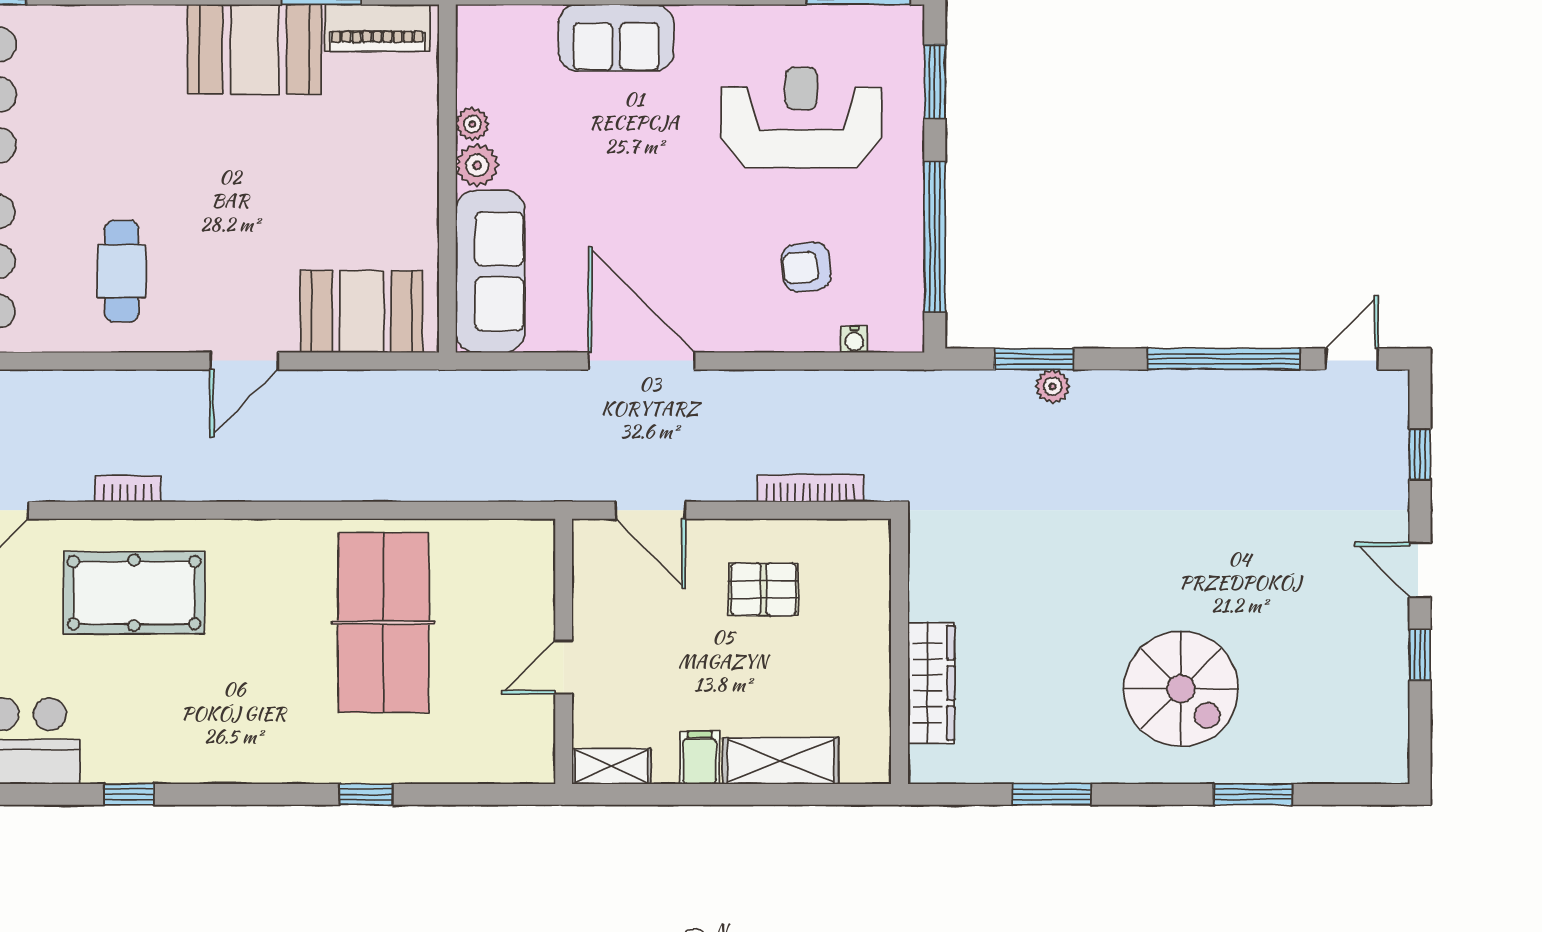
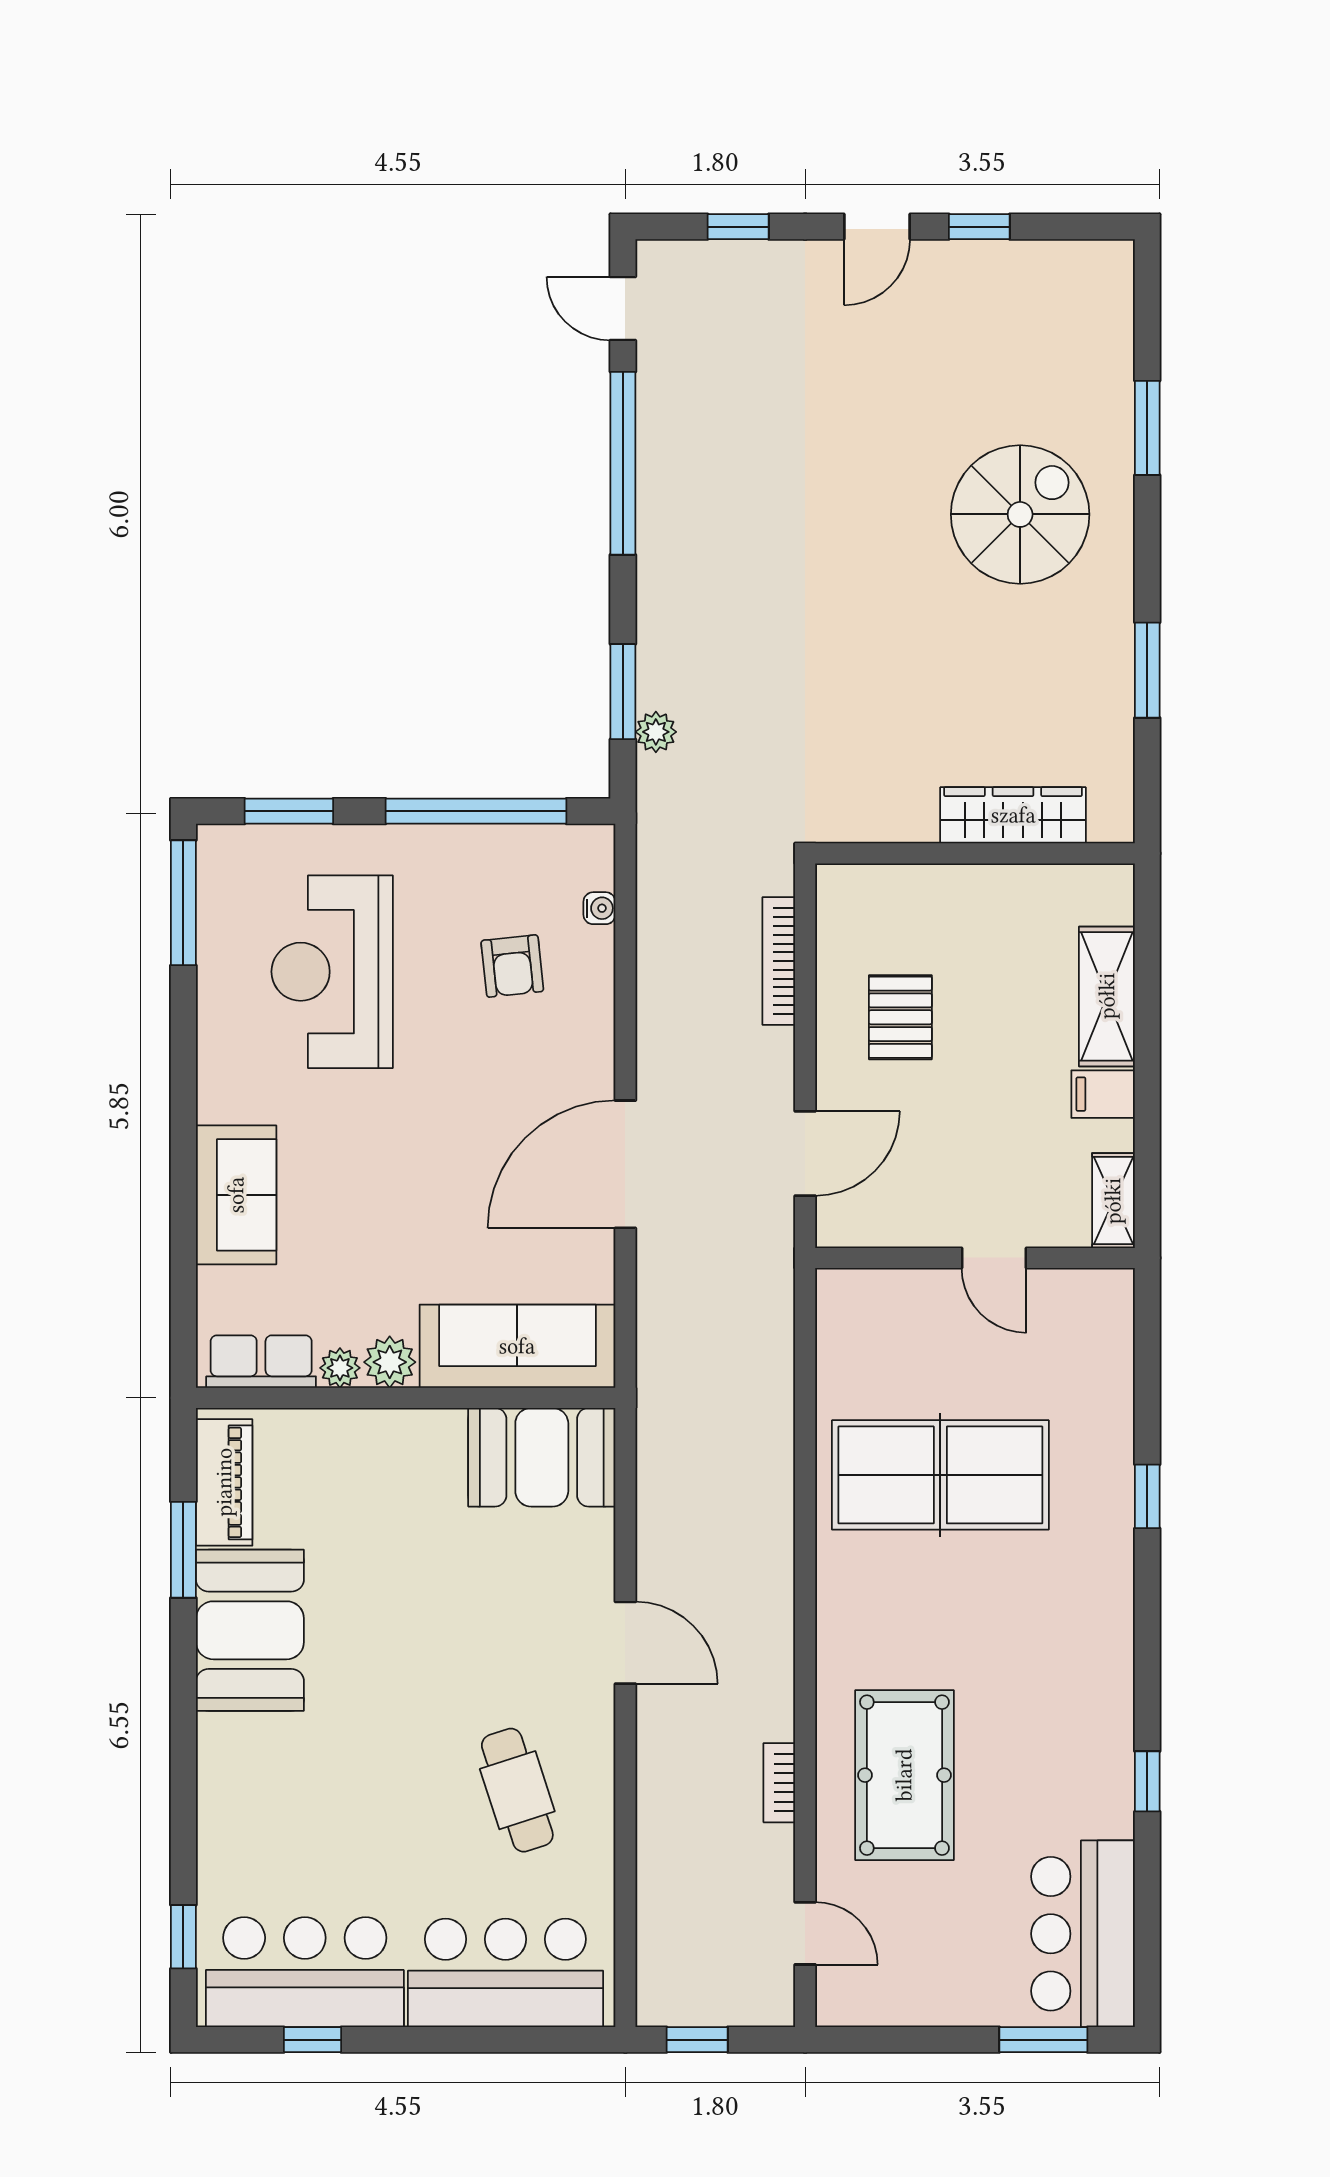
row of seats: (478, 58) -> (261, 1362), added
cafe table: (122, 271) -> (517, 1790), turned 72
booth: (362, 312) -> (542, 1457), moved, turned 90
plant: (1053, 386) -> (656, 732), moved

